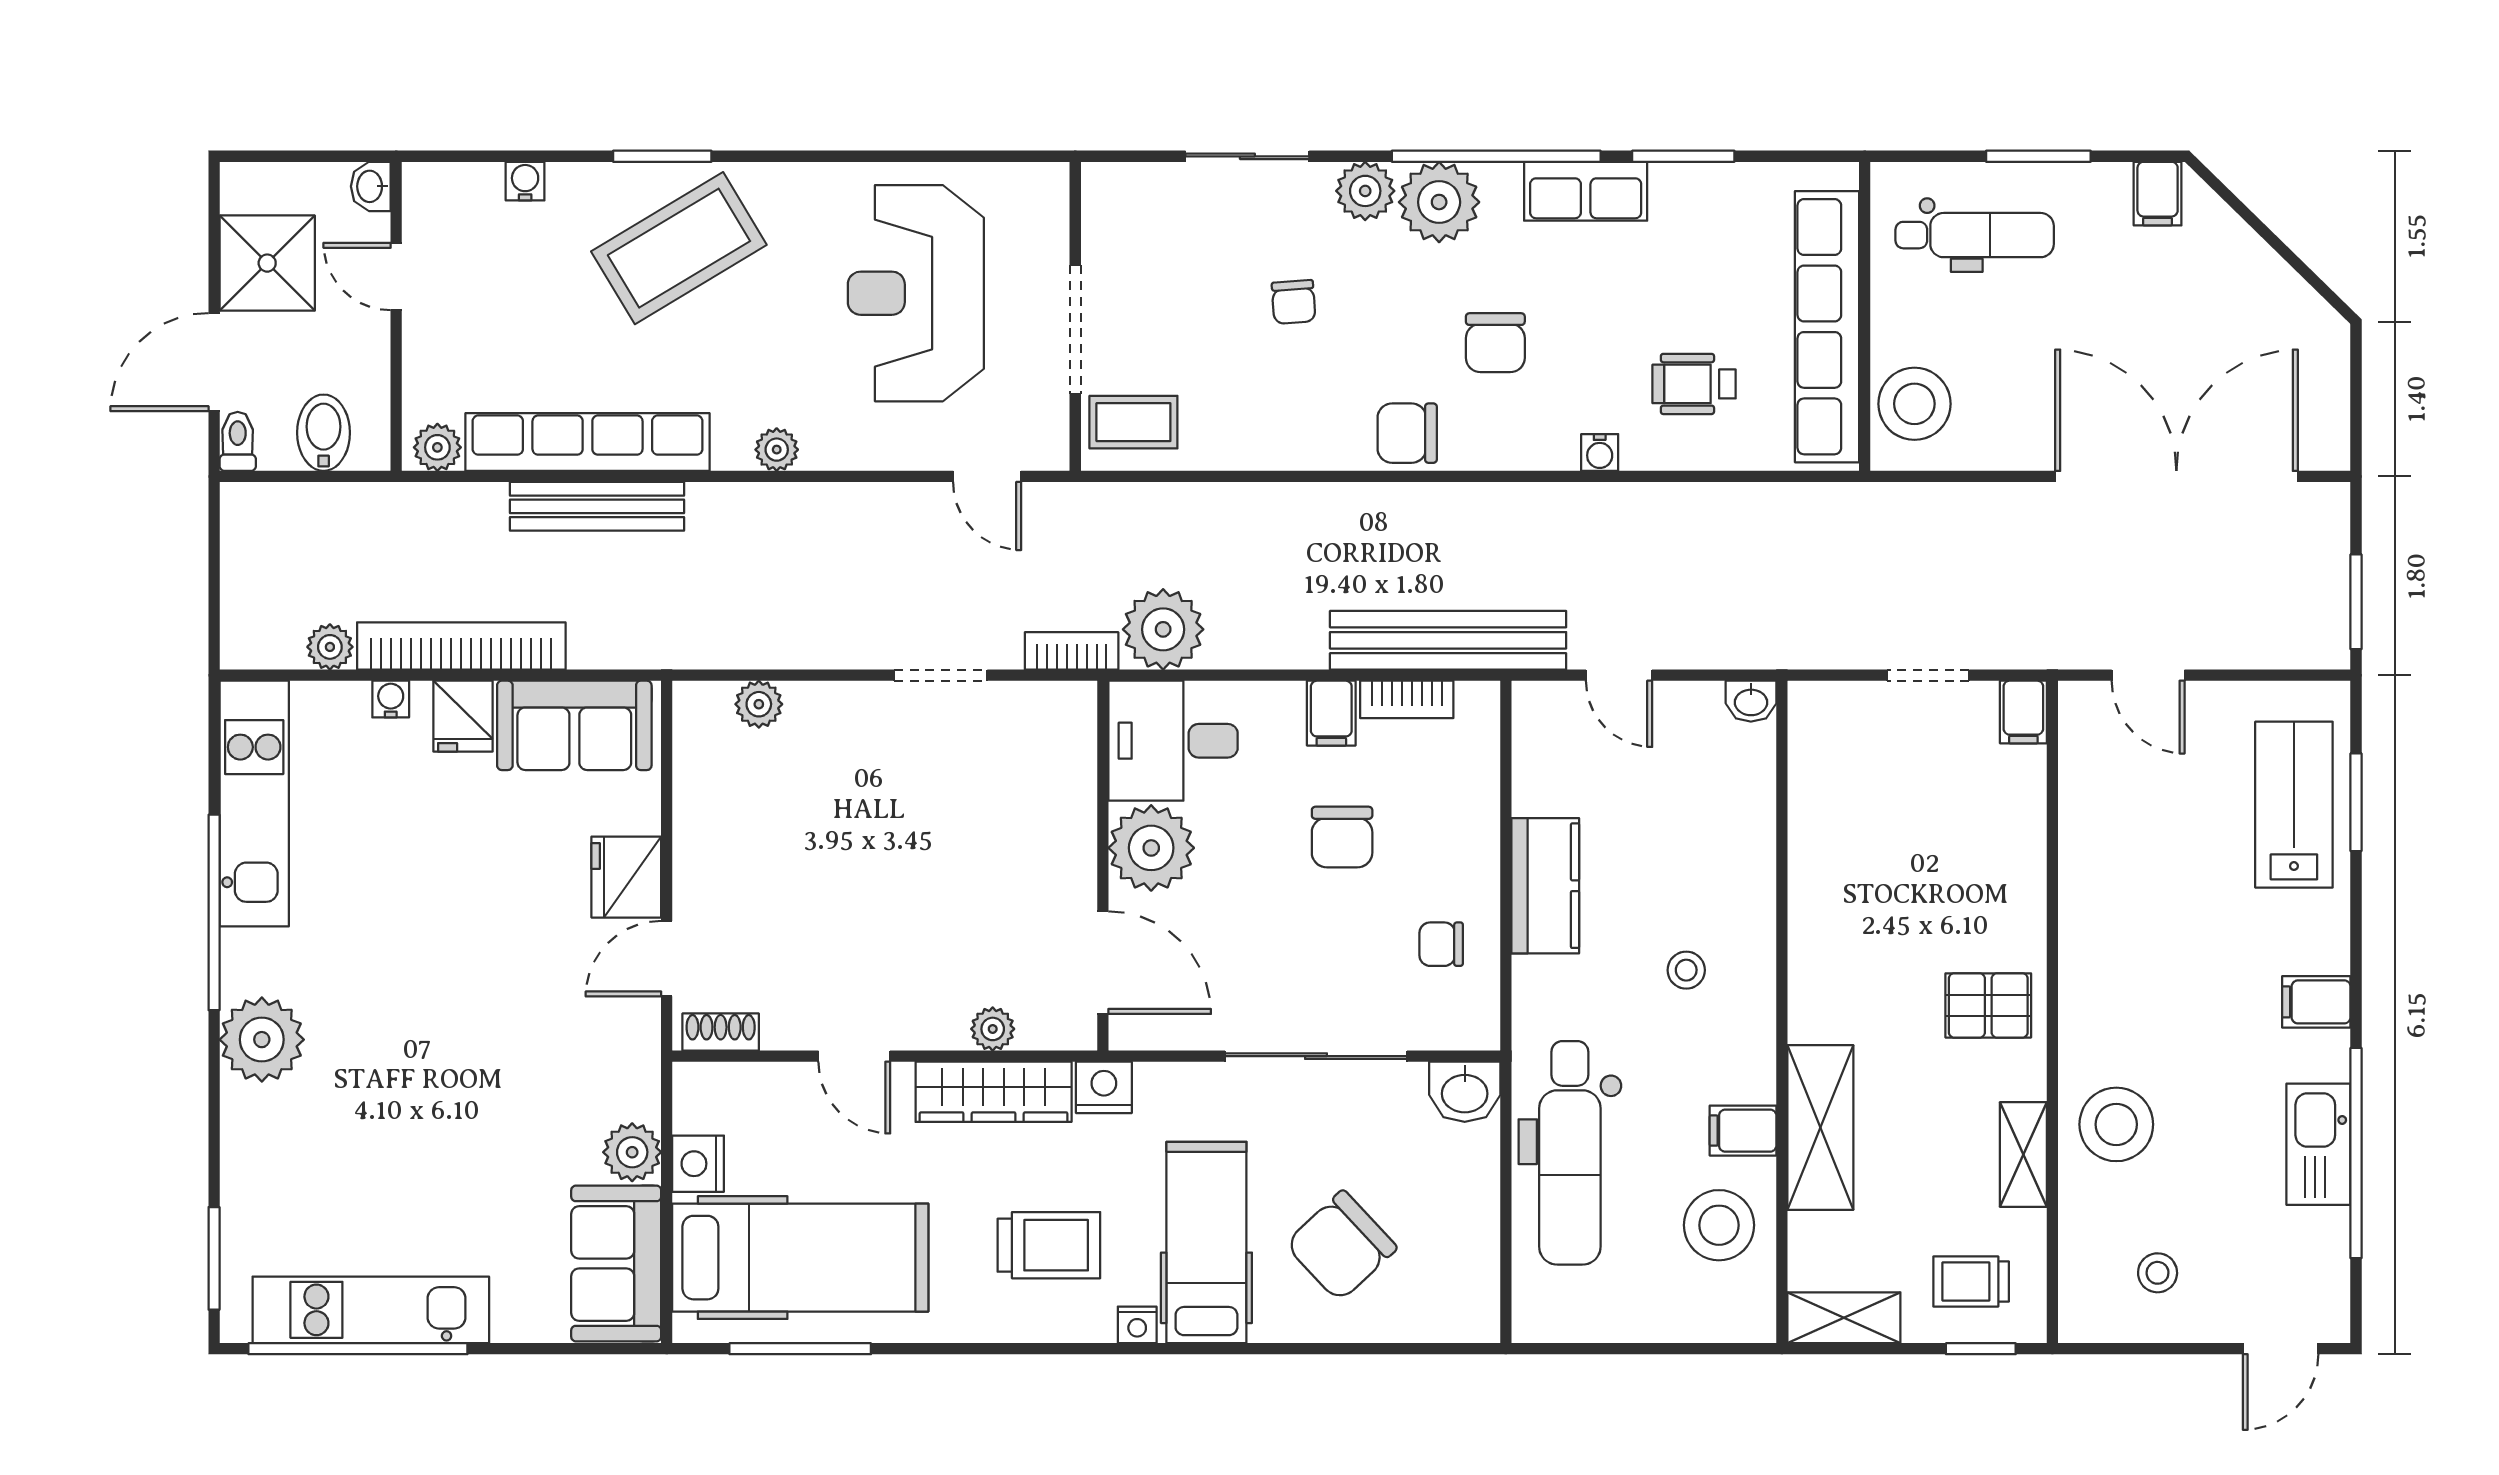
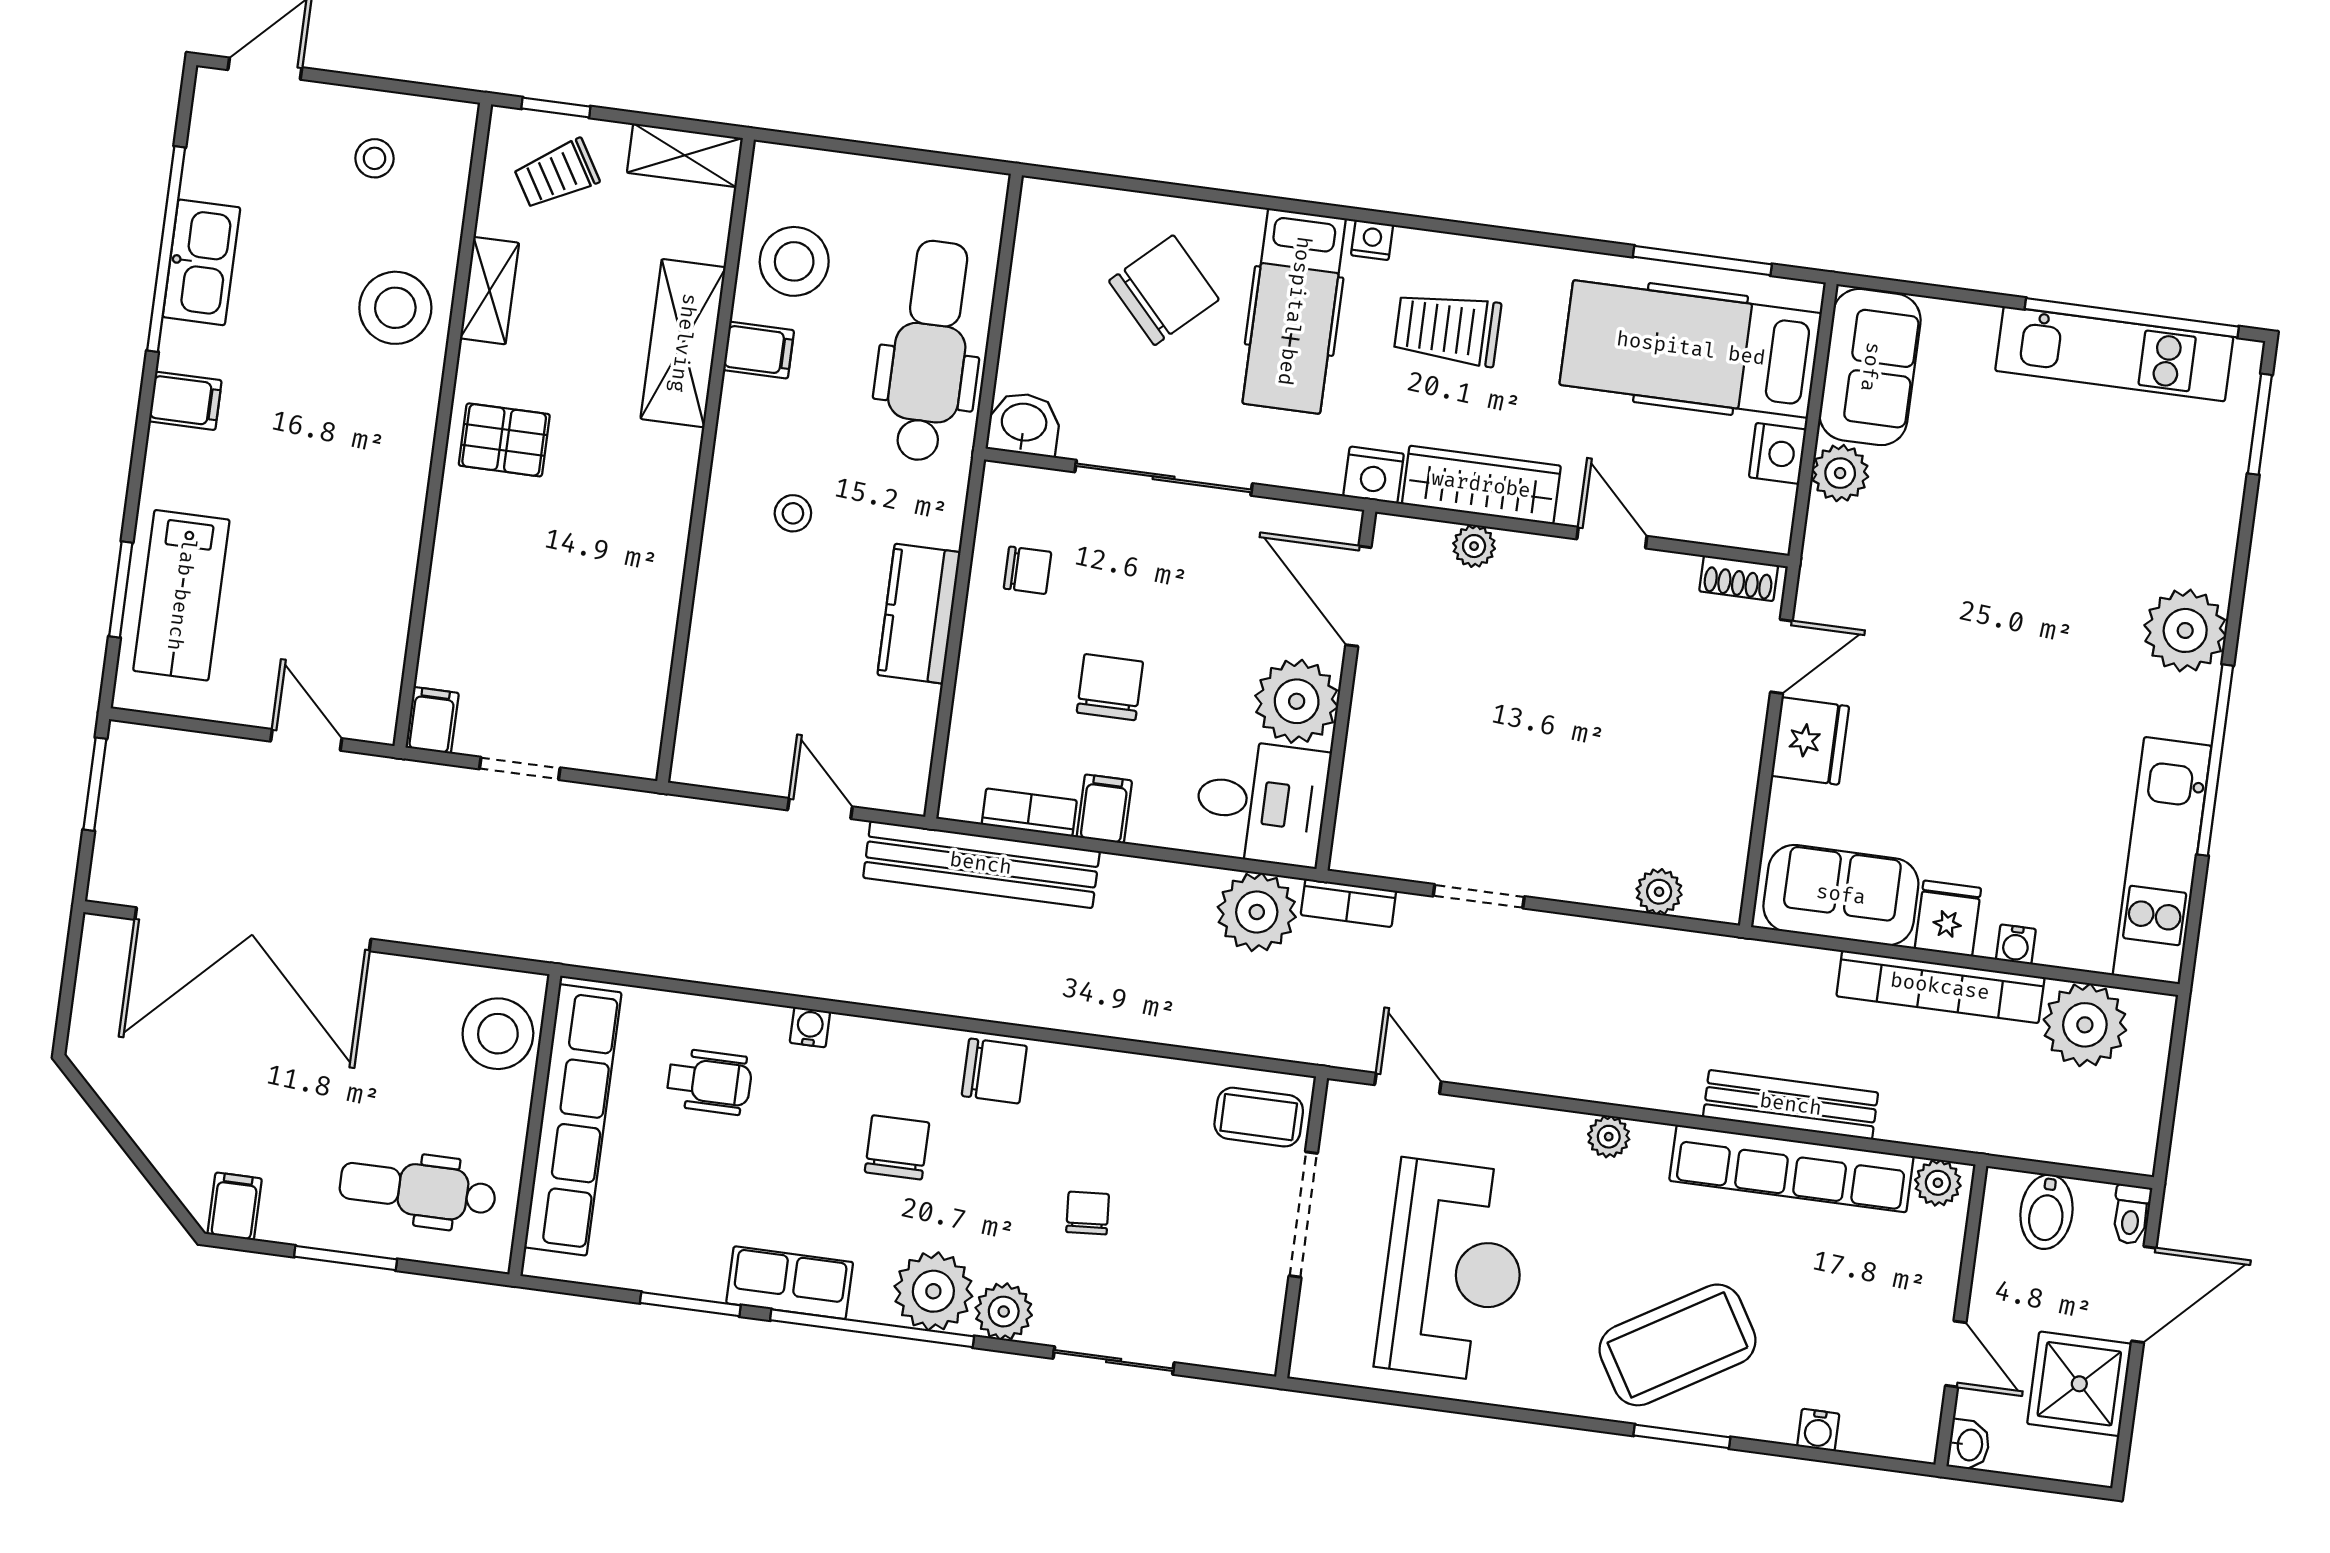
plant: (330, 647) -> (2085, 1025), width x1.87, depth x1.87
washbasin: (1751, 701) -> (695, 766), removed
trolley: (1971, 1281) -> (557, 174), turned 149

